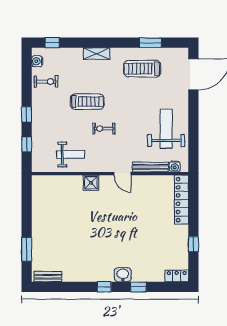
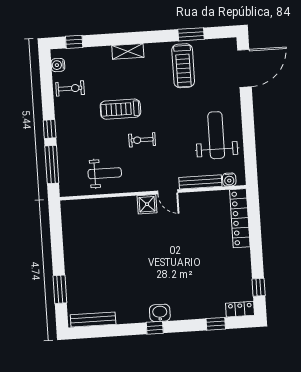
treadmill: (142, 69) -> (183, 66), turned -90
treadmill: (87, 102) -> (120, 109), turned 180
window: (27, 144) -> (52, 165), width x2.17
shower: (91, 183) -> (147, 204), moved
window: (193, 244) -> (259, 287), moved
washbasin: (123, 275) -> (160, 313), moved
bench: (48, 277) -> (93, 320), width x1.36
window: (138, 287) -> (216, 324), moved

